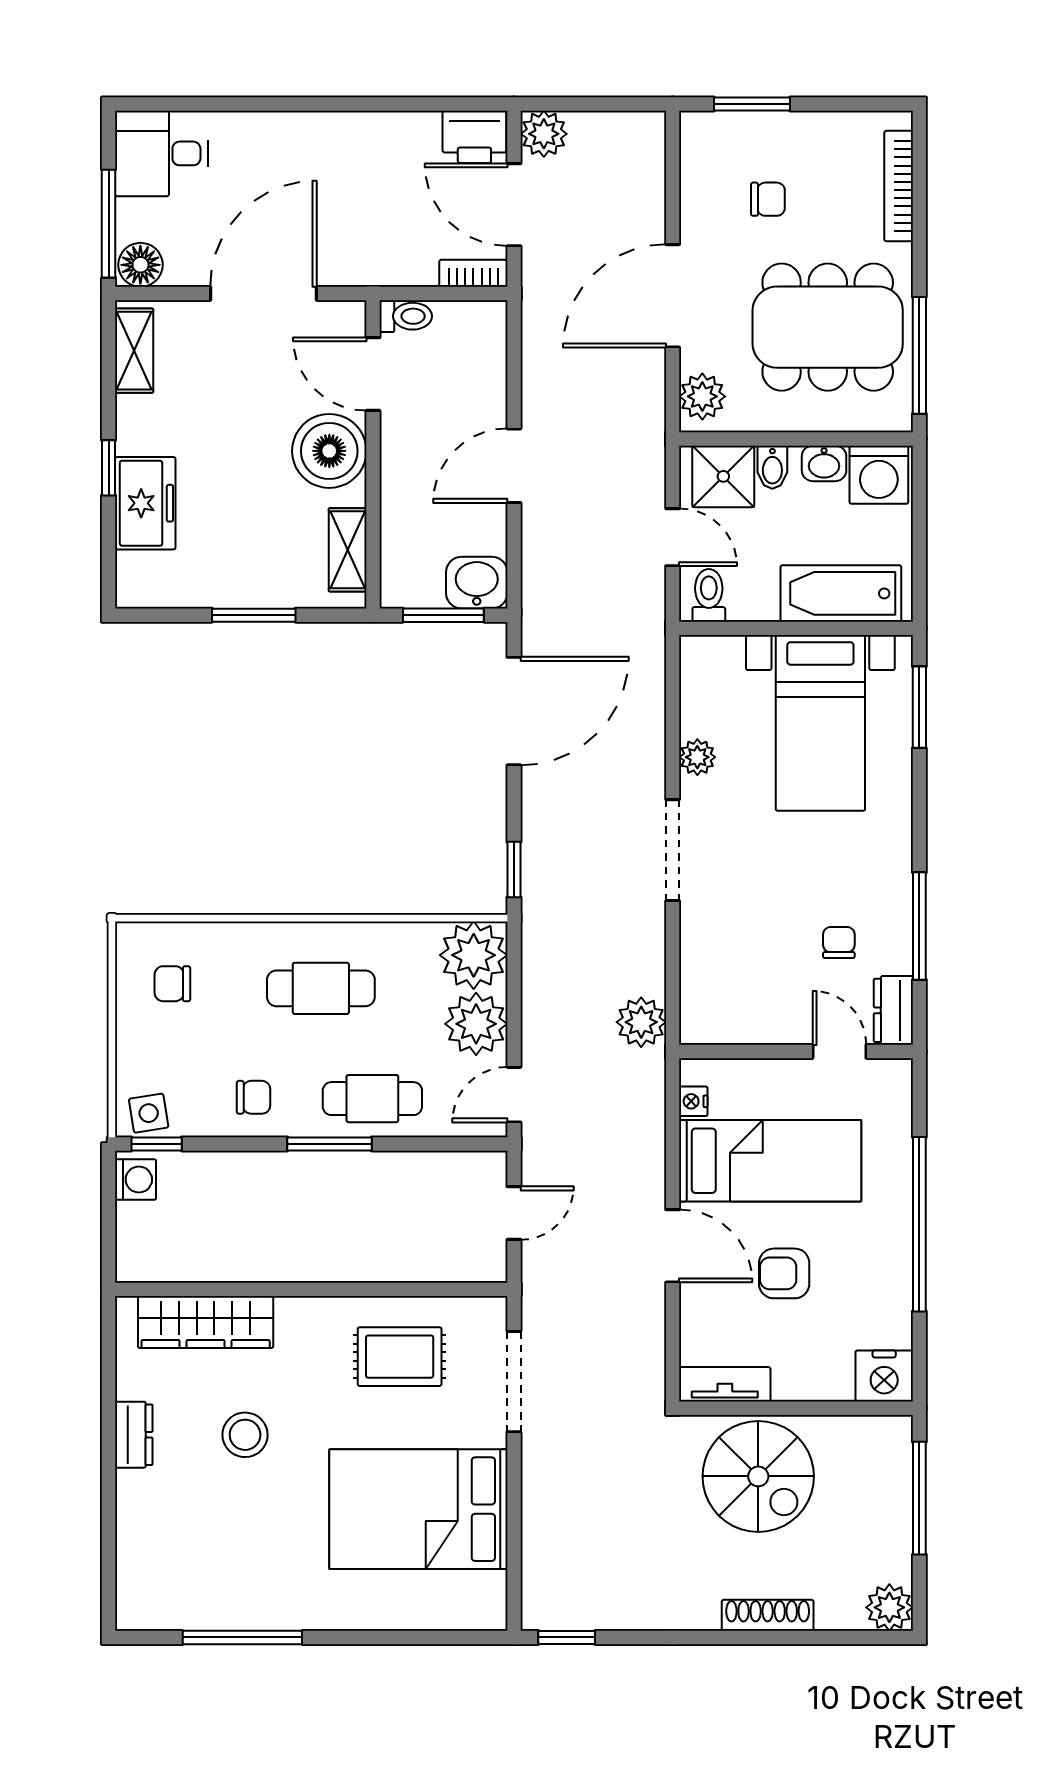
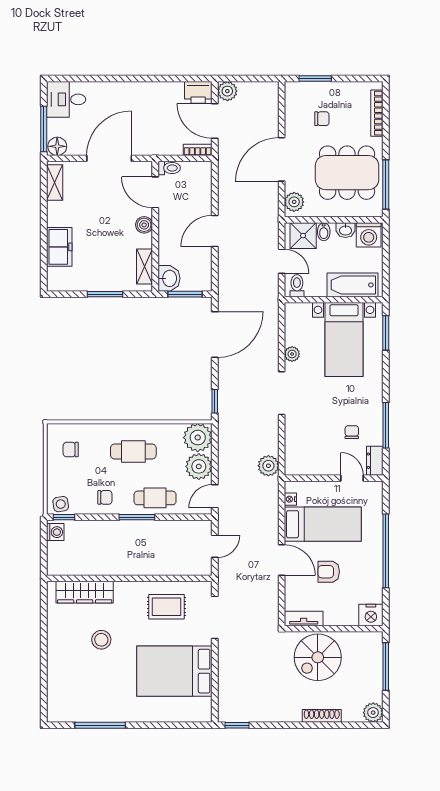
boiler: (329, 451) -> (144, 225), width x0.54, depth x0.54
window: (109, 468) -> (44, 232), removed
washbasin: (477, 583) -> (169, 278), moved, turned 90
dresser: (134, 1435) -> (54, 640), removed
spiral stairs: (758, 1476) -> (318, 657), turned 90

